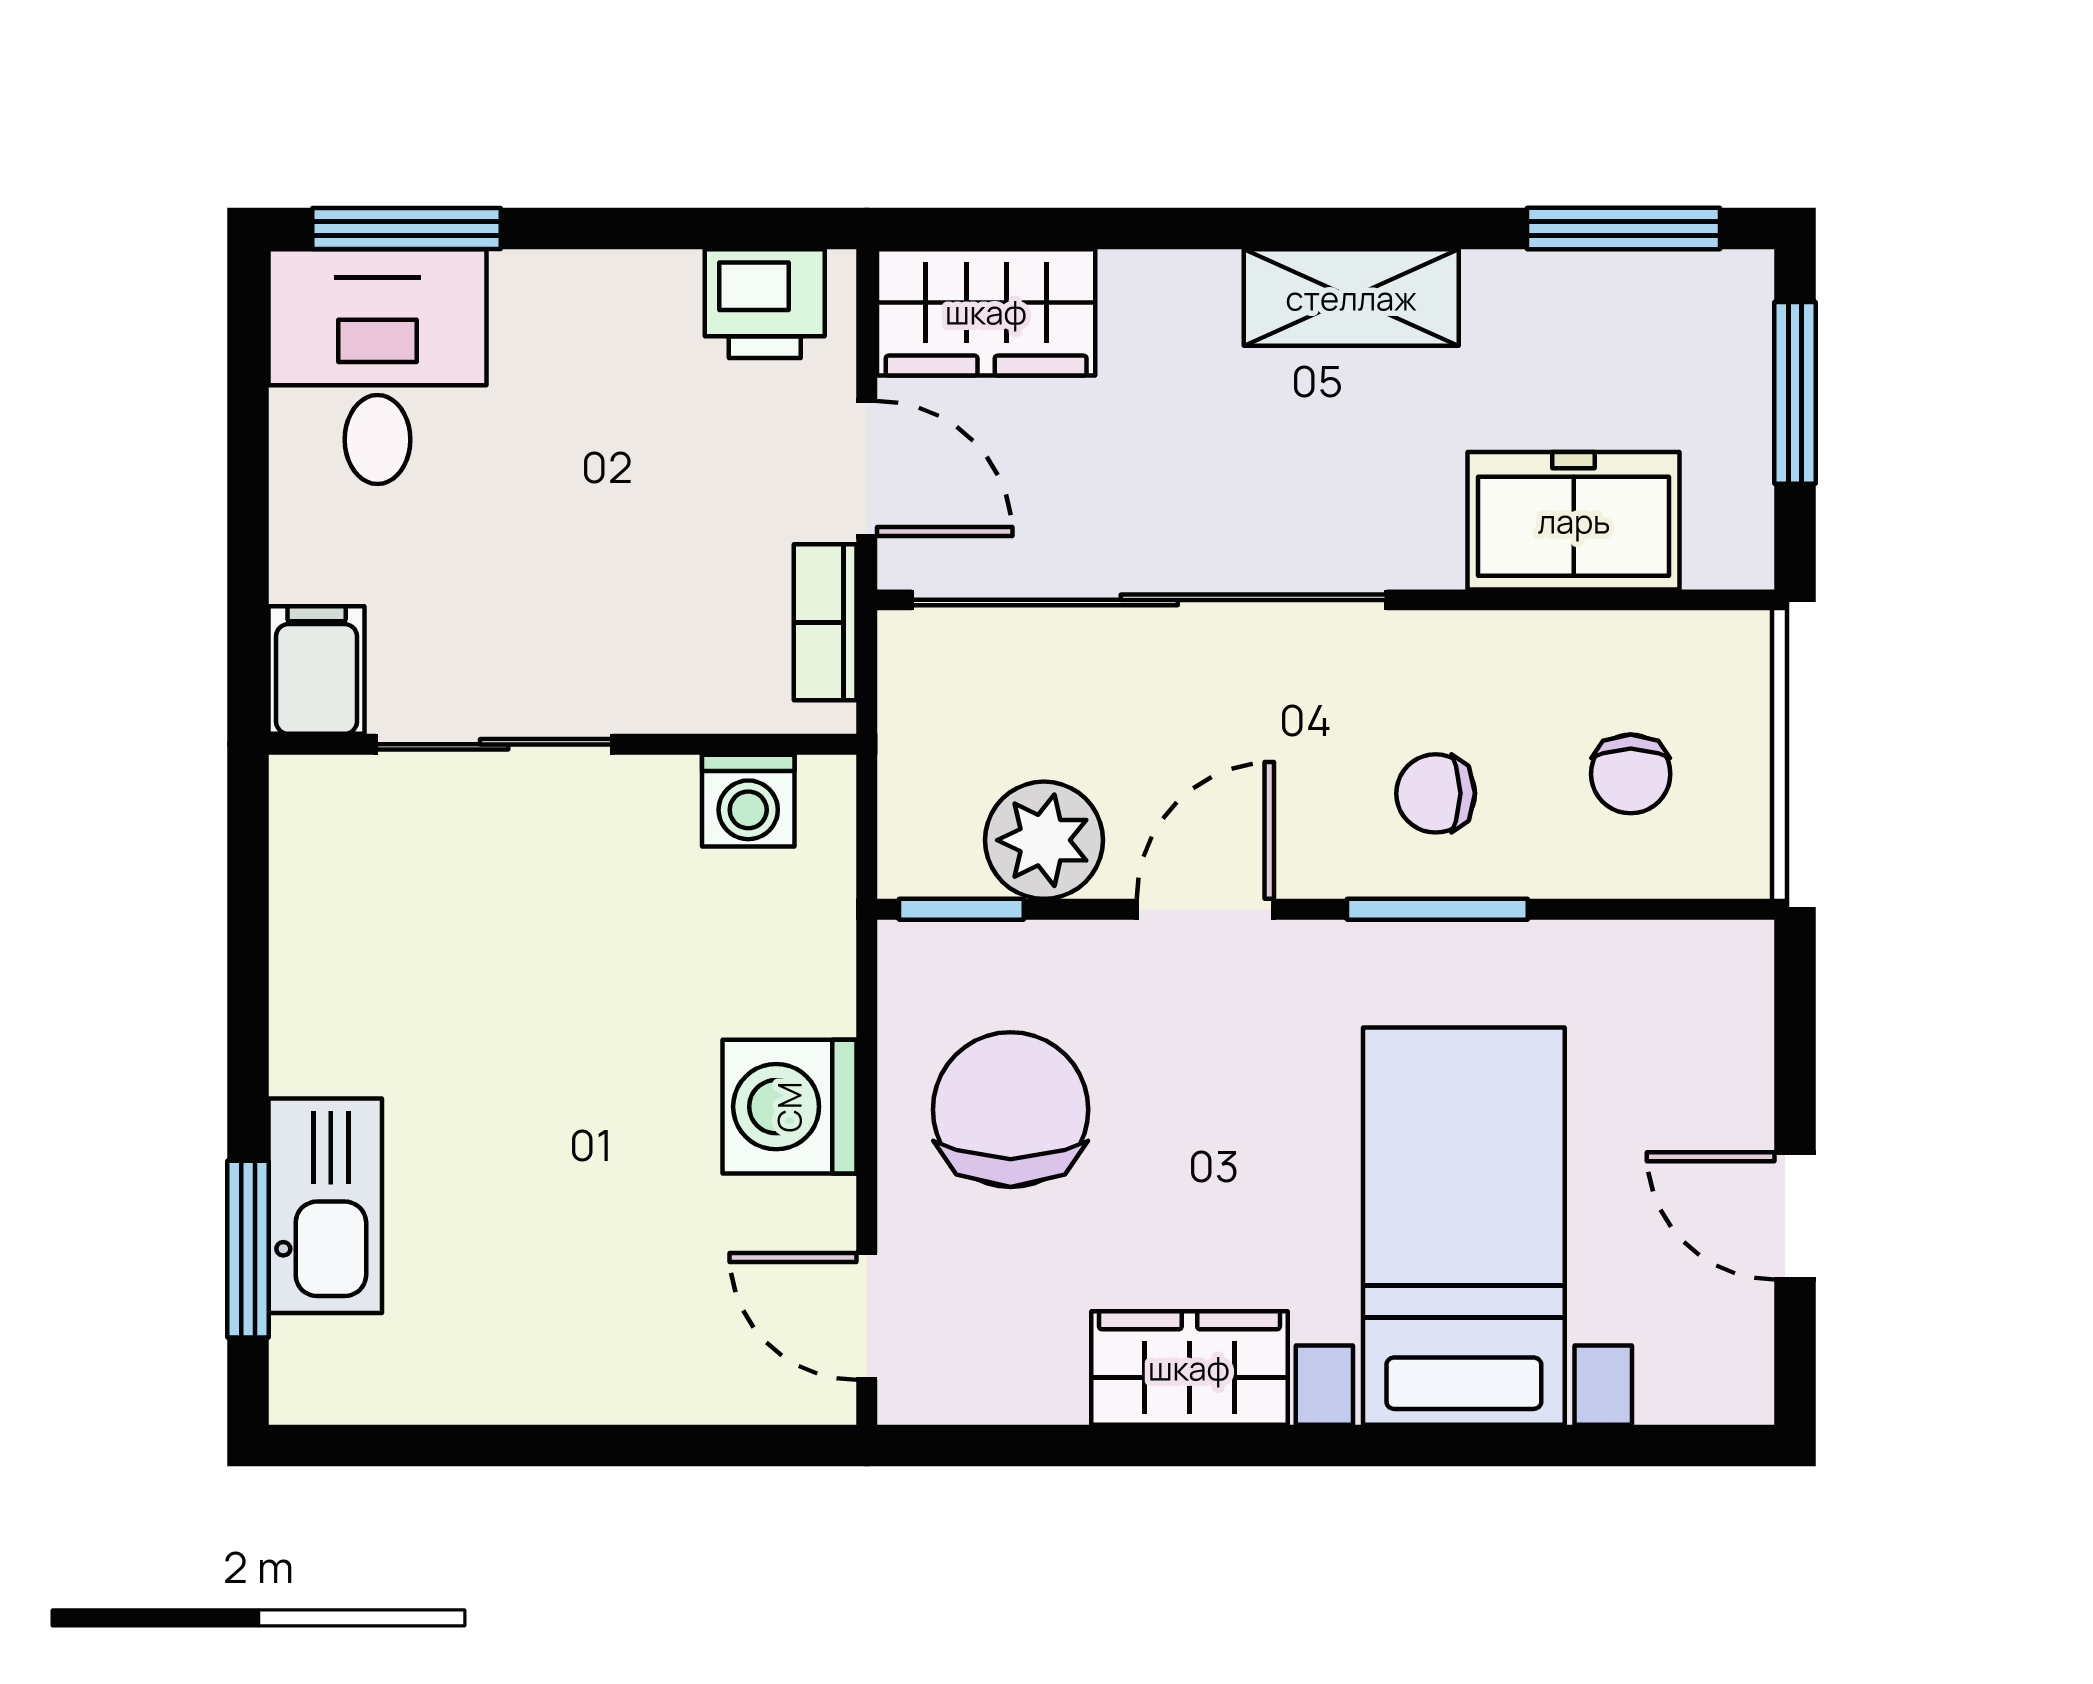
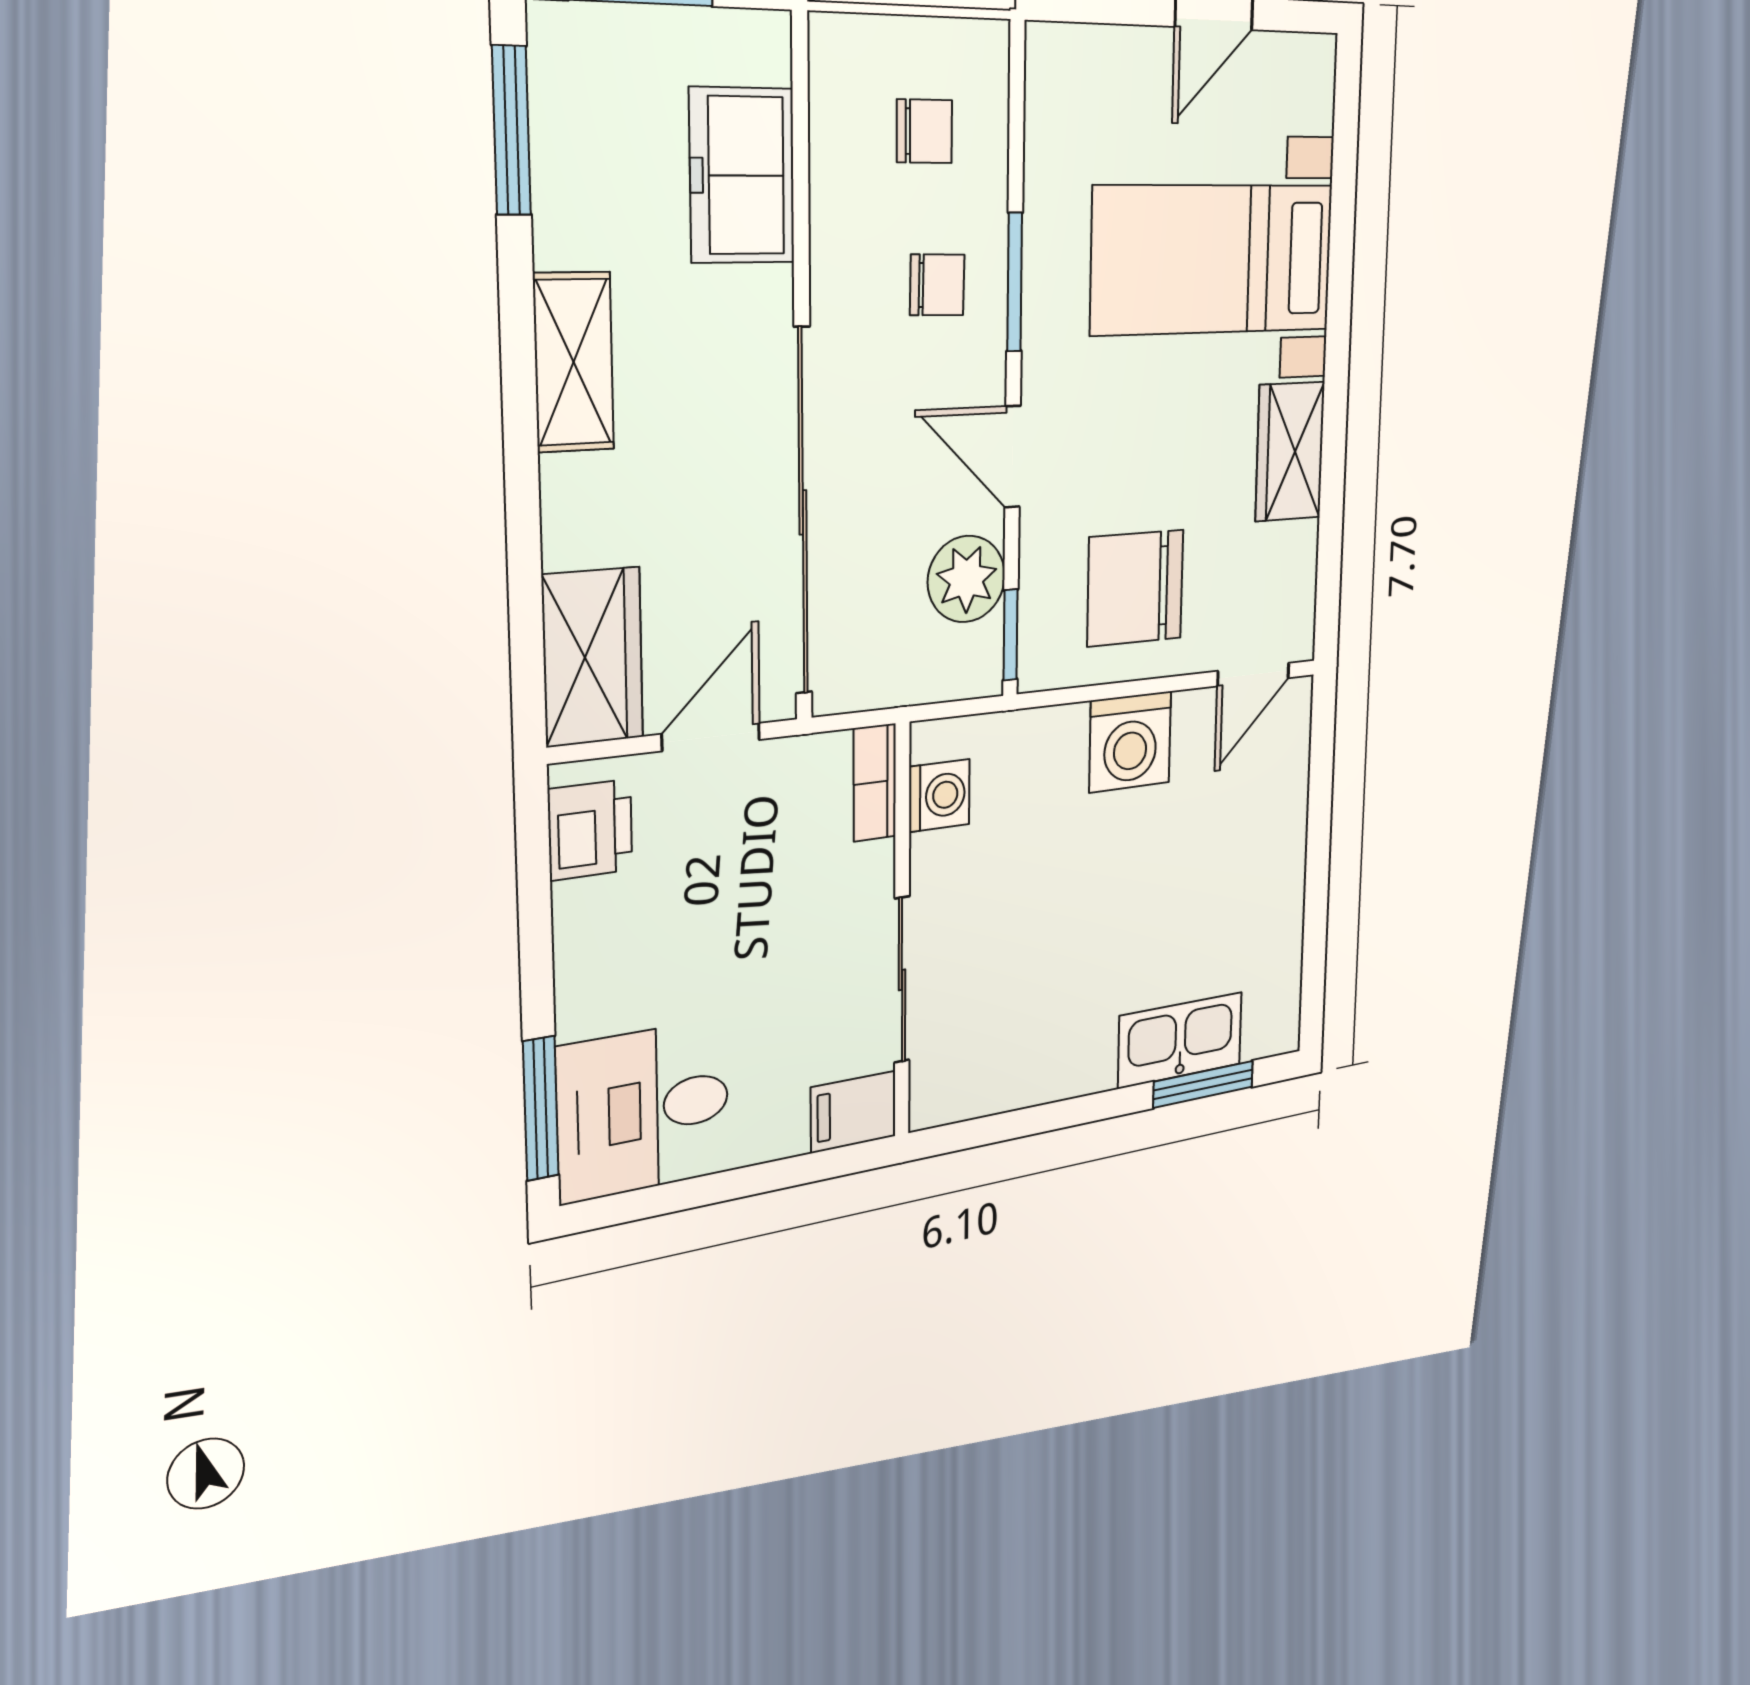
bookcase: (825, 622) -> (875, 782), moved, turned 90
chair: (1436, 793) -> (937, 285), turned -89

